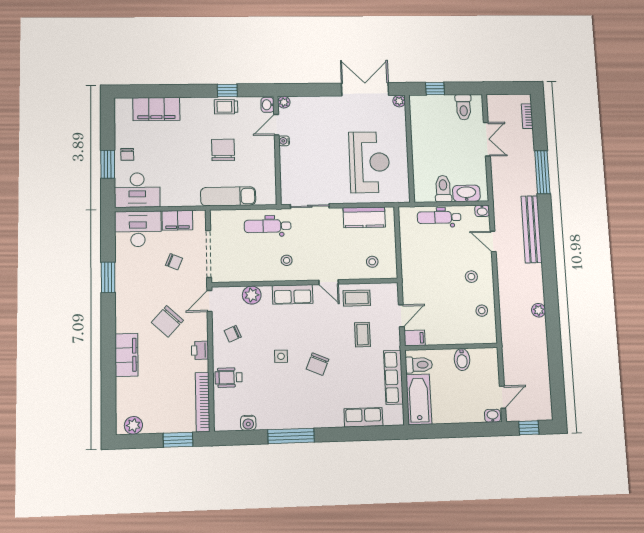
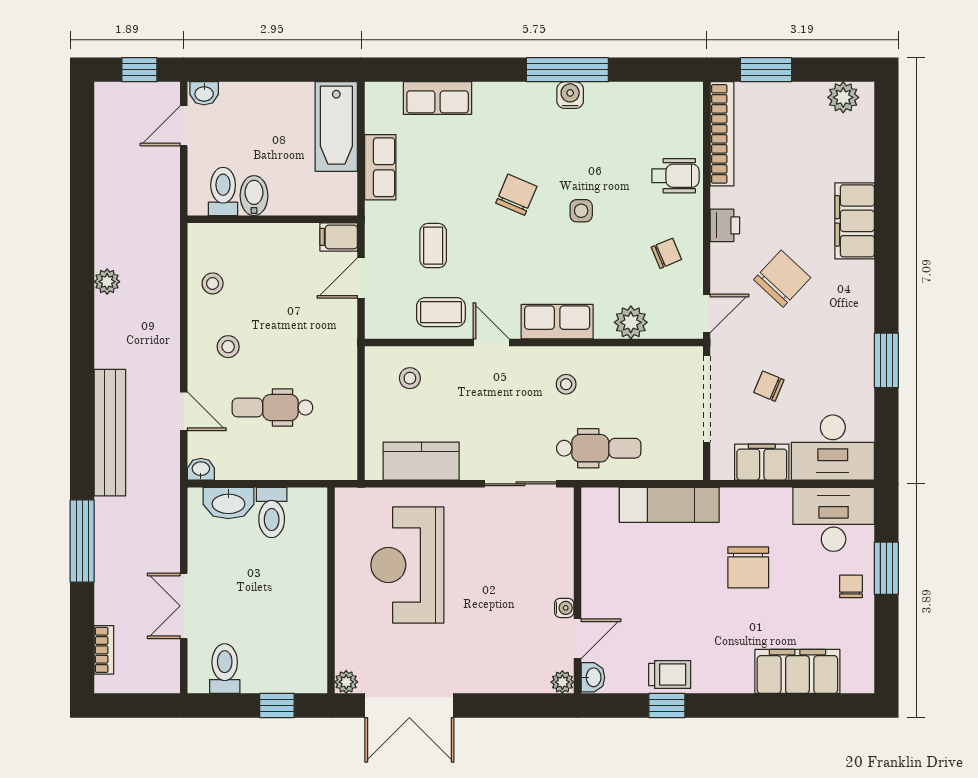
chair: (223, 150) -> (748, 567), moved
dental chair: (439, 217) -> (272, 408), moved, turned 180
toilet: (419, 365) -> (223, 192), moved, turned 90
row of seats: (394, 377) -> (380, 167), width x0.68
water cooler: (248, 423) -> (570, 95), moved

